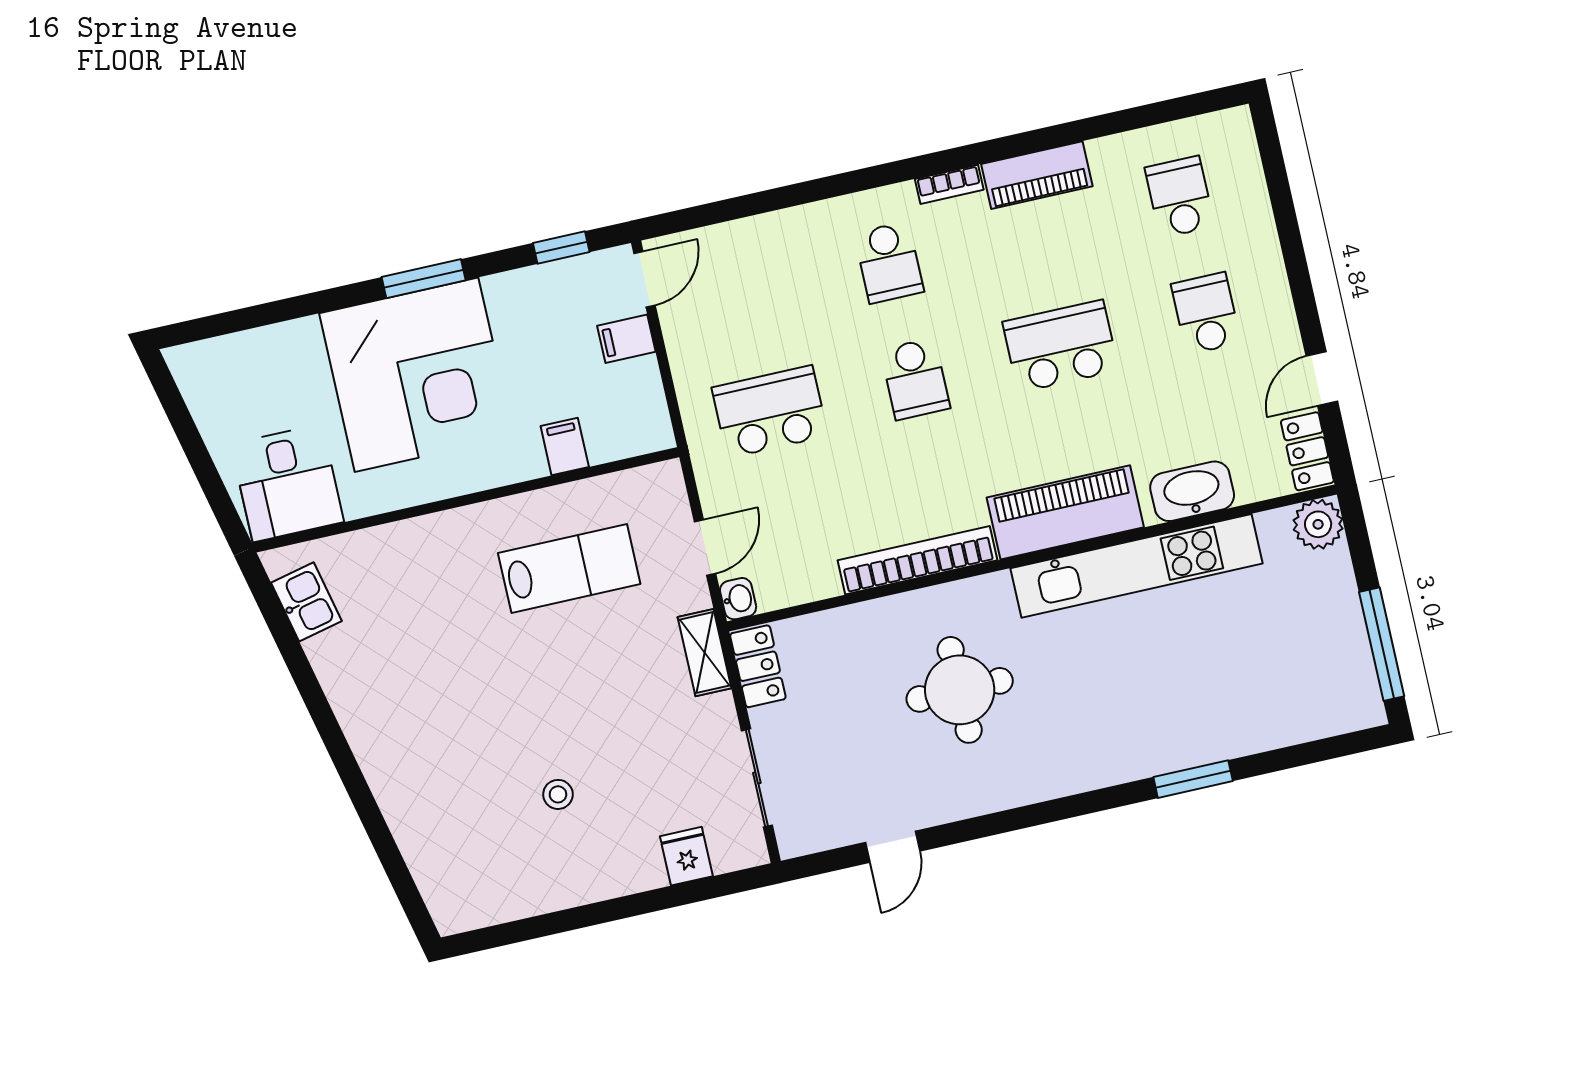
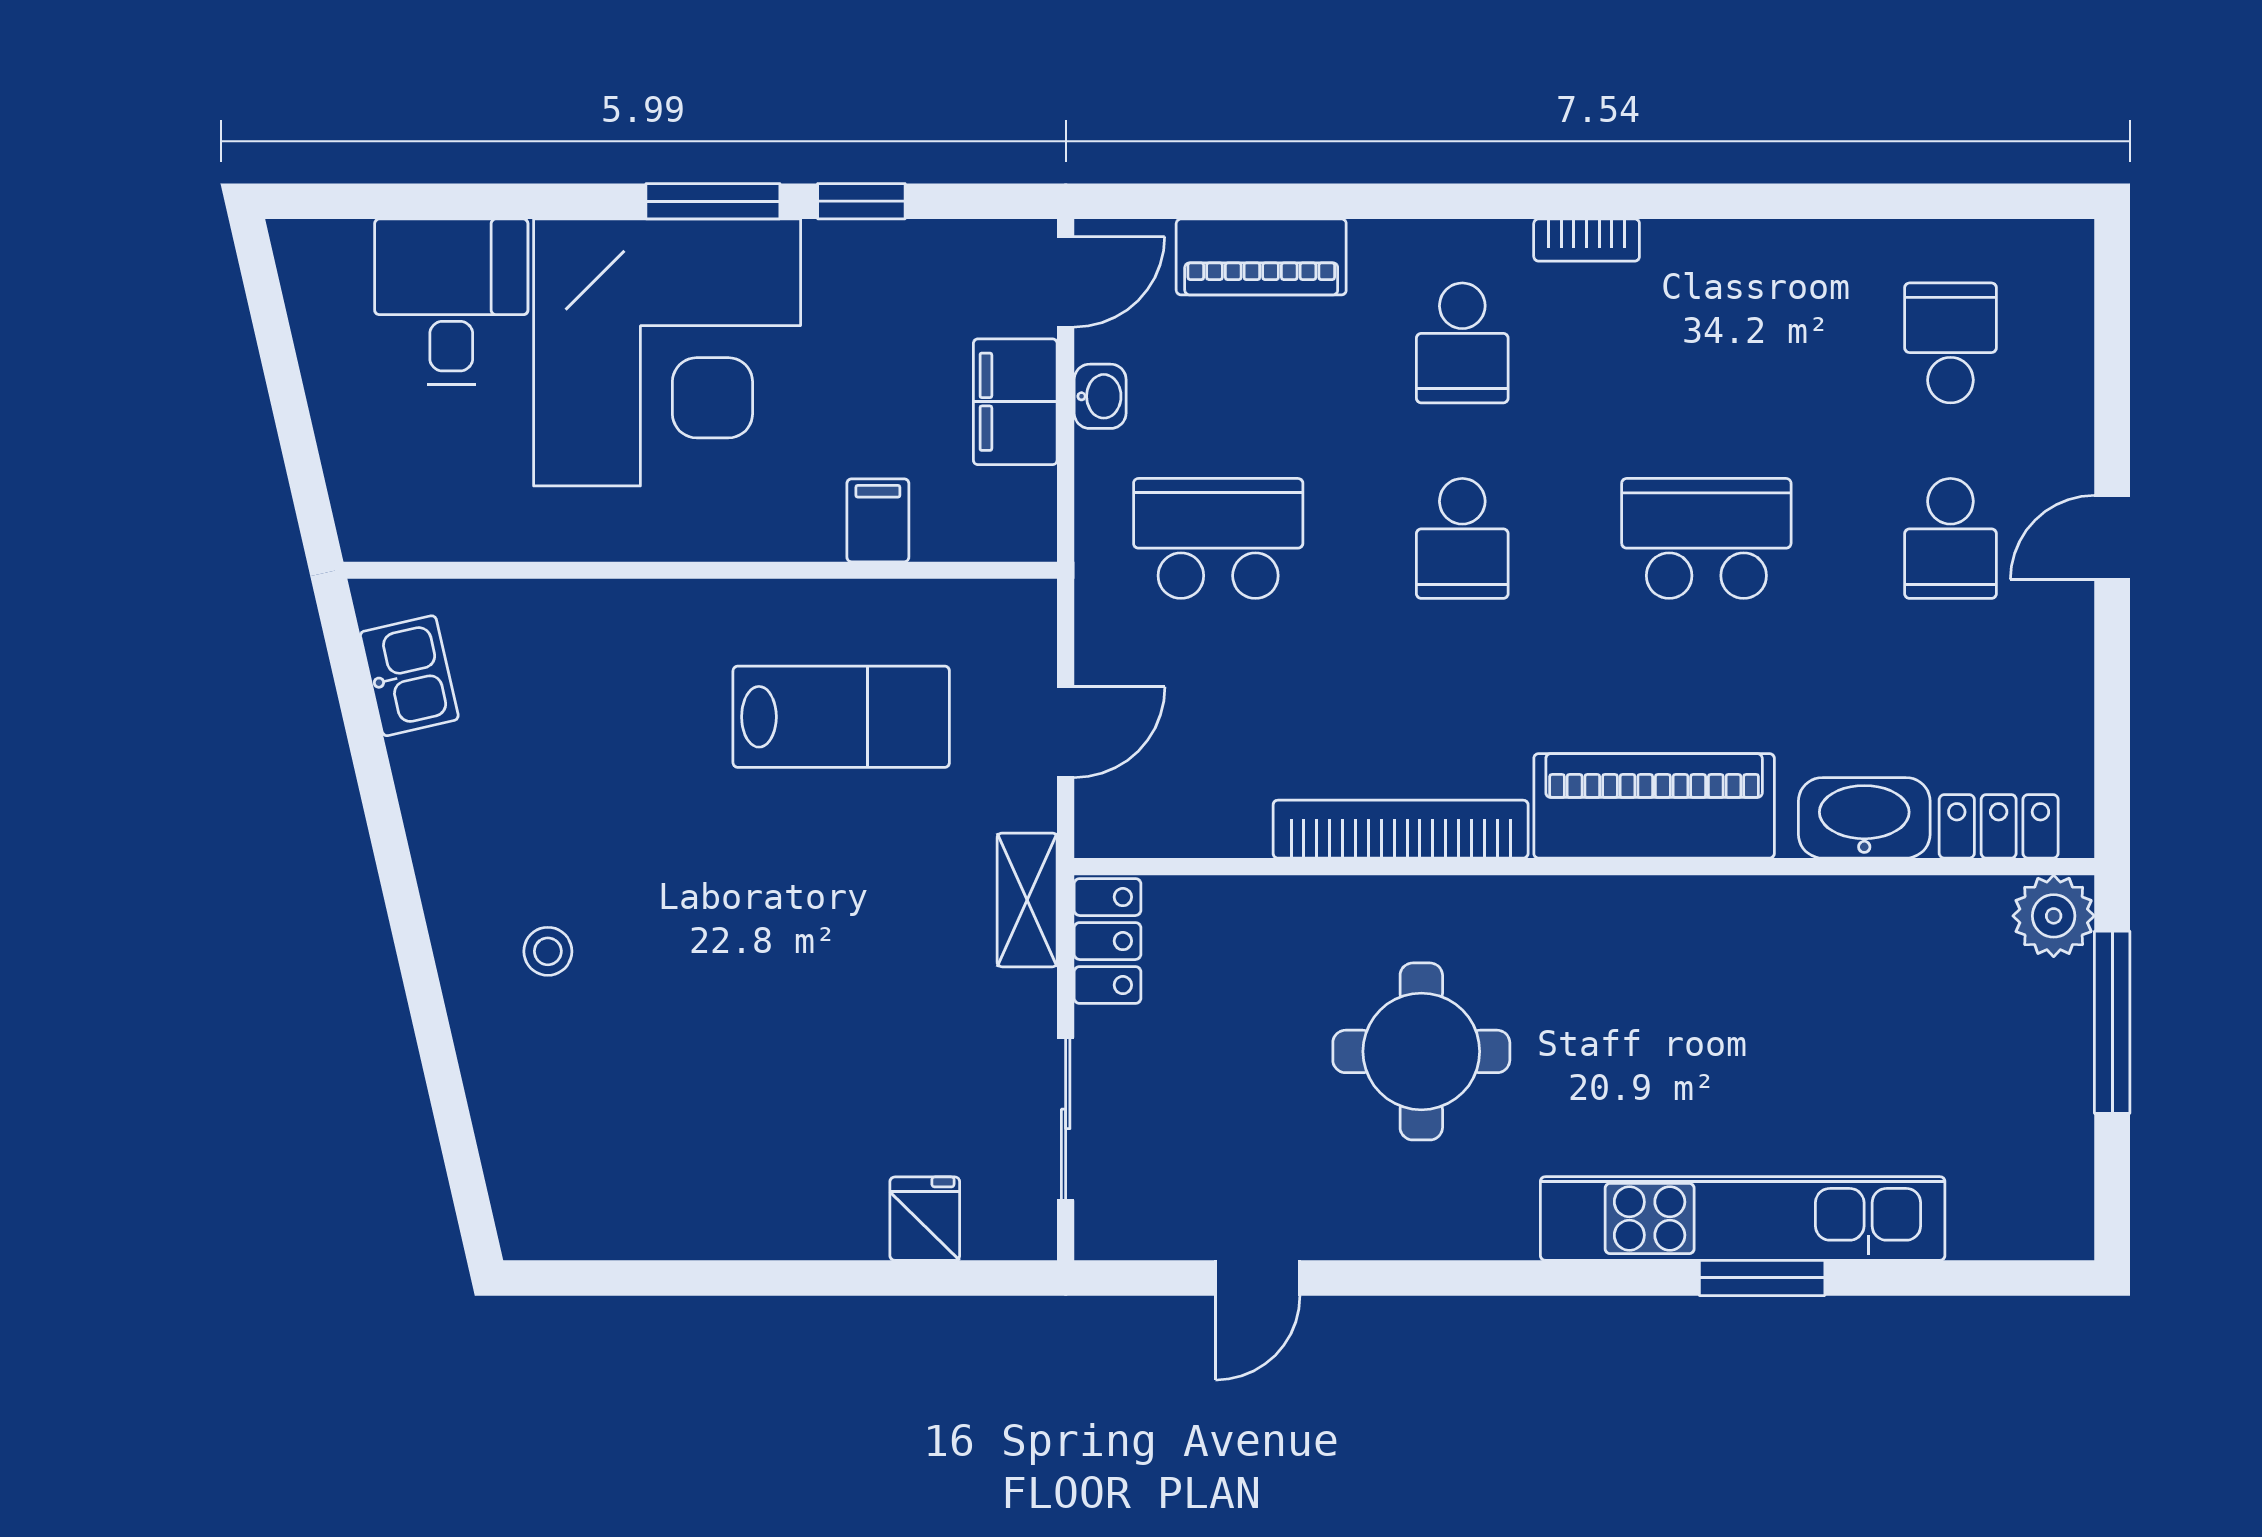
piano: (1037, 175) -> (1261, 257), moved
window: (561, 248) -> (861, 201), moved
school desk: (1206, 313) -> (1950, 538), turned 180
filing cabinet: (626, 339) -> (1015, 402), width x2.00
door: (1322, 379) -> (2112, 537), moved
locker: (1307, 451) -> (1999, 826), moved, turned 90
desk: (287, 483) -> (451, 301), moved, turned 180
kitchen unit: (1136, 566) -> (1743, 1219), moved, turned 180
washbasin: (738, 599) -> (1100, 396), moved
window: (1382, 644) -> (2112, 1022), moved
stool: (558, 794) -> (548, 951), moved

